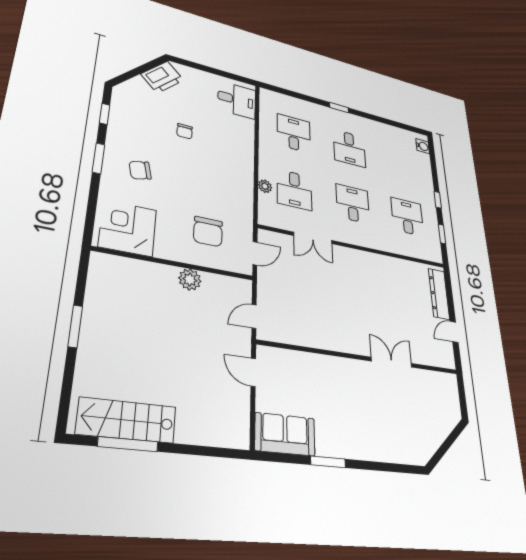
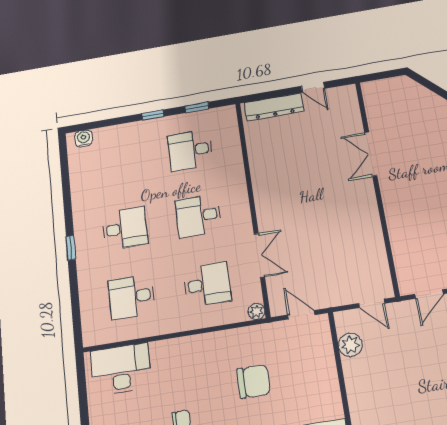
desk: (237, 100) -> (121, 369), width x1.37
plant: (265, 186) -> (256, 311), moved
chair: (208, 232) -> (254, 381), moved
plant: (190, 280) -> (350, 345), moved

